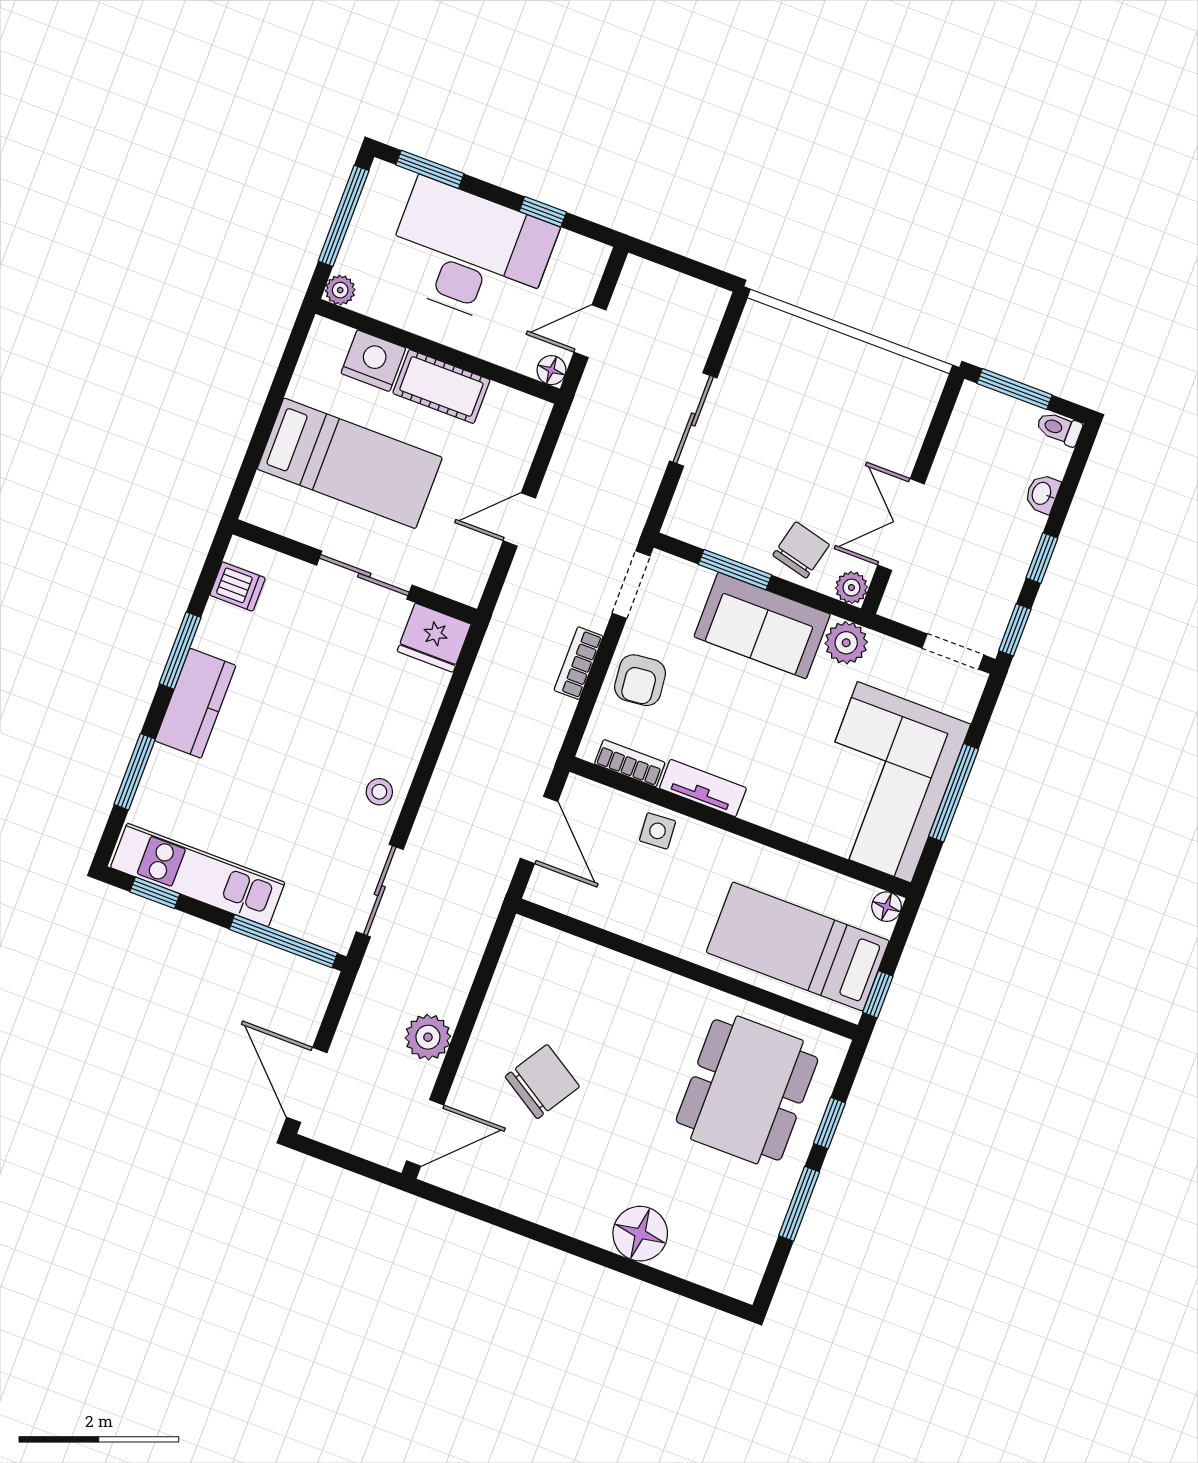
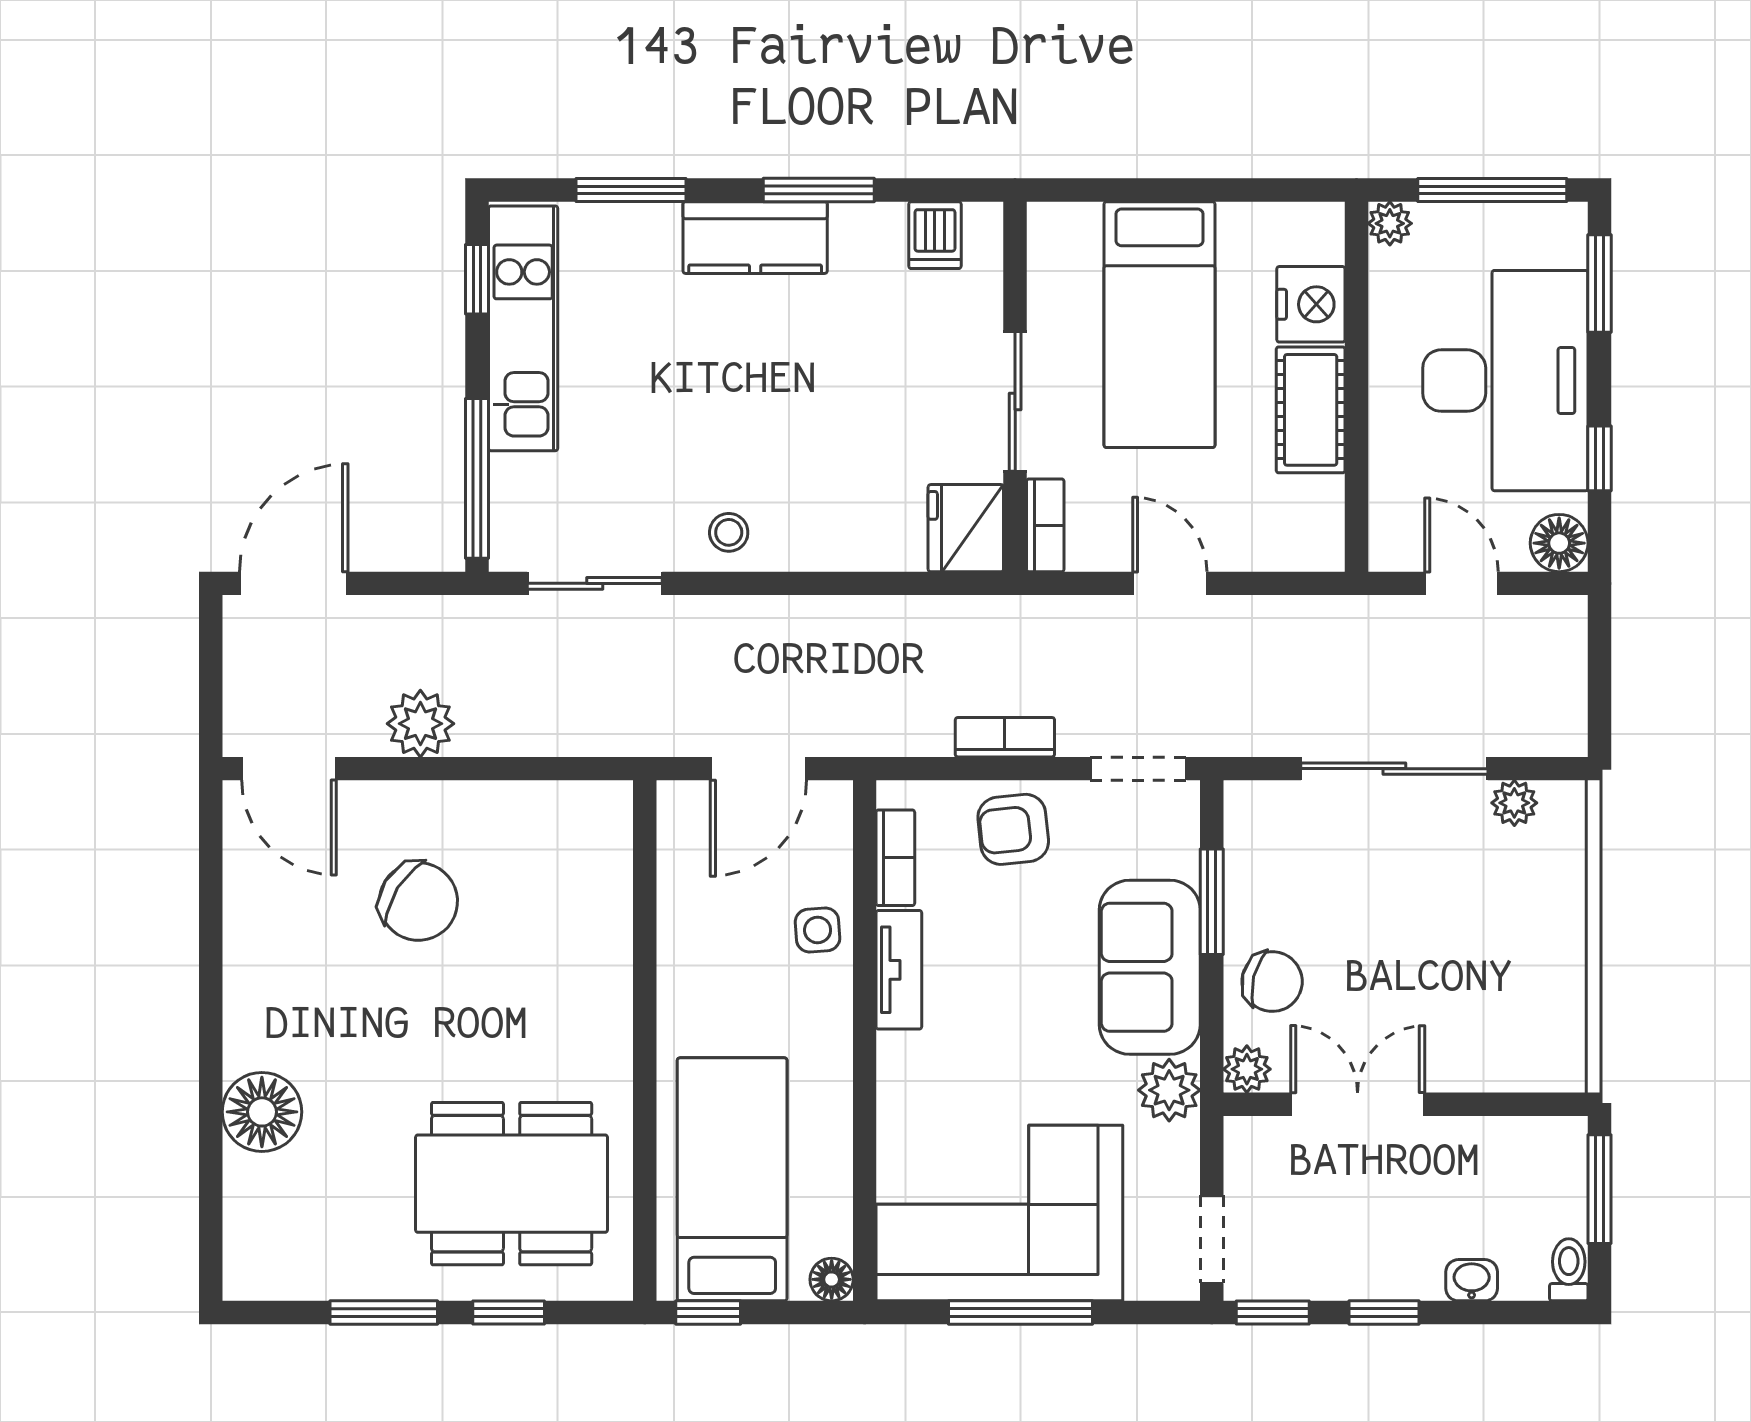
plant: (744, 350) -> (1514, 803), added
floor lamp: (551, 370) -> (1559, 543), moved, width x1.37, depth x1.37
sliding door: (693, 419) -> (1394, 769), width x1.37
bookcase: (452, 586) -> (1045, 525), added

